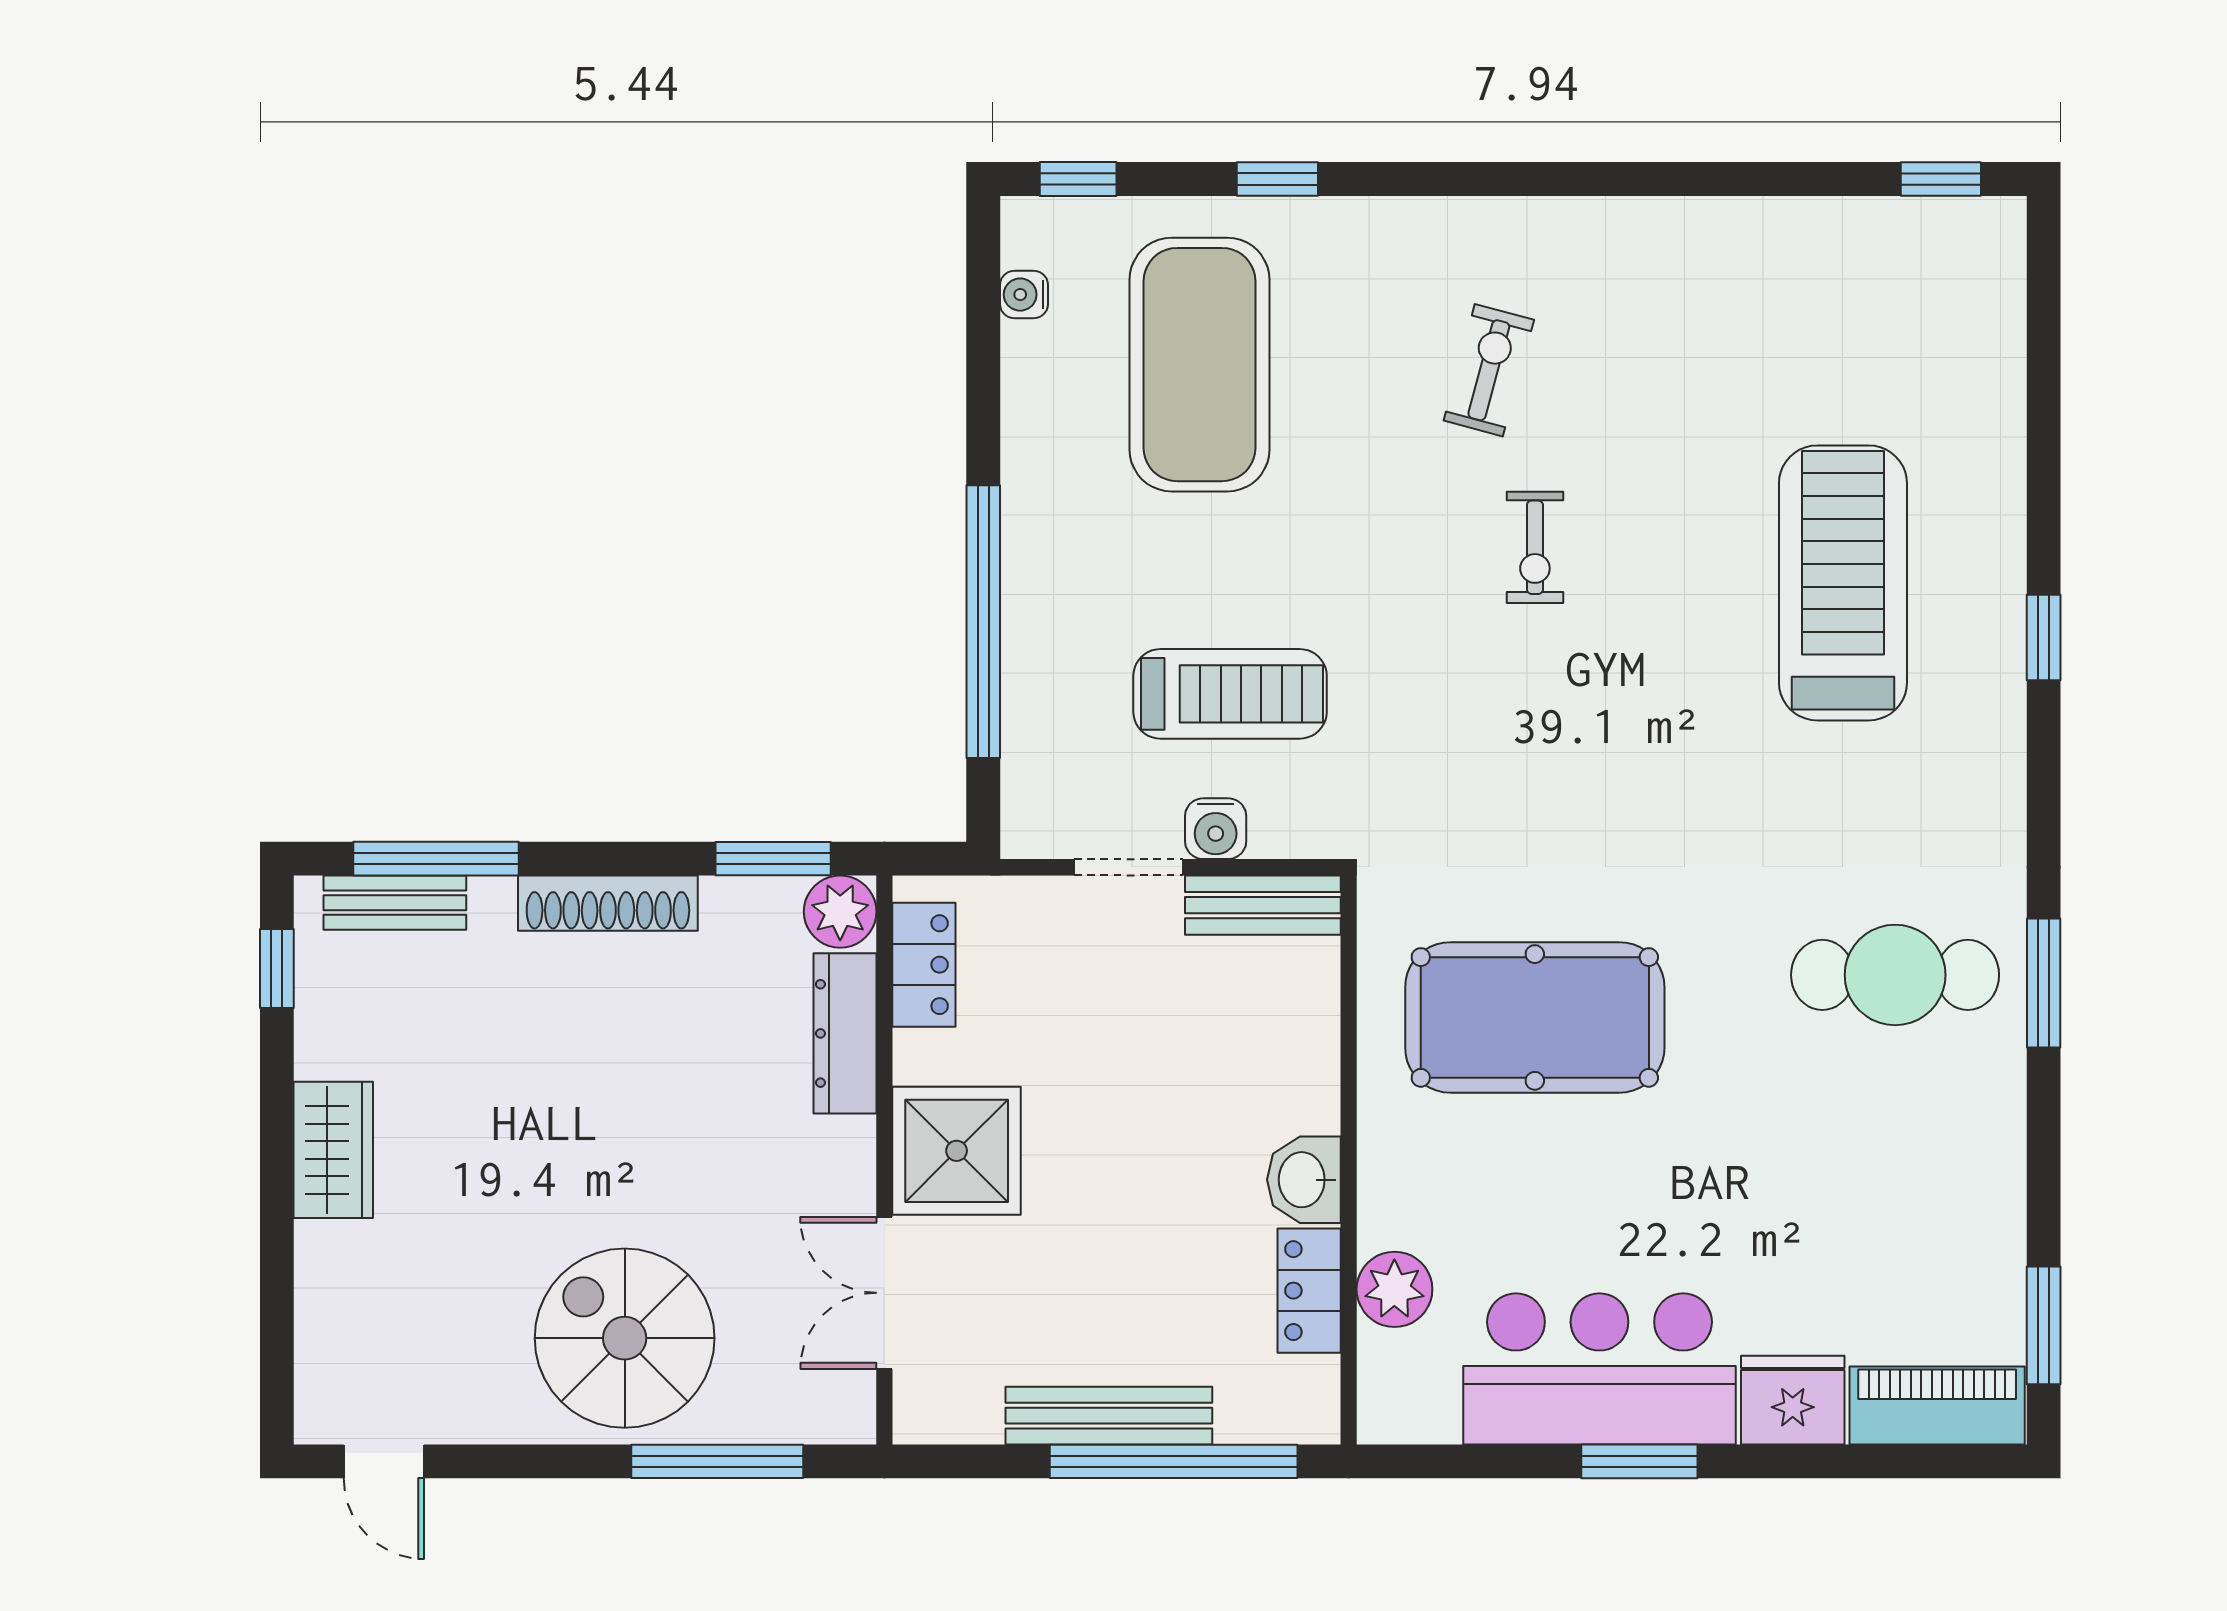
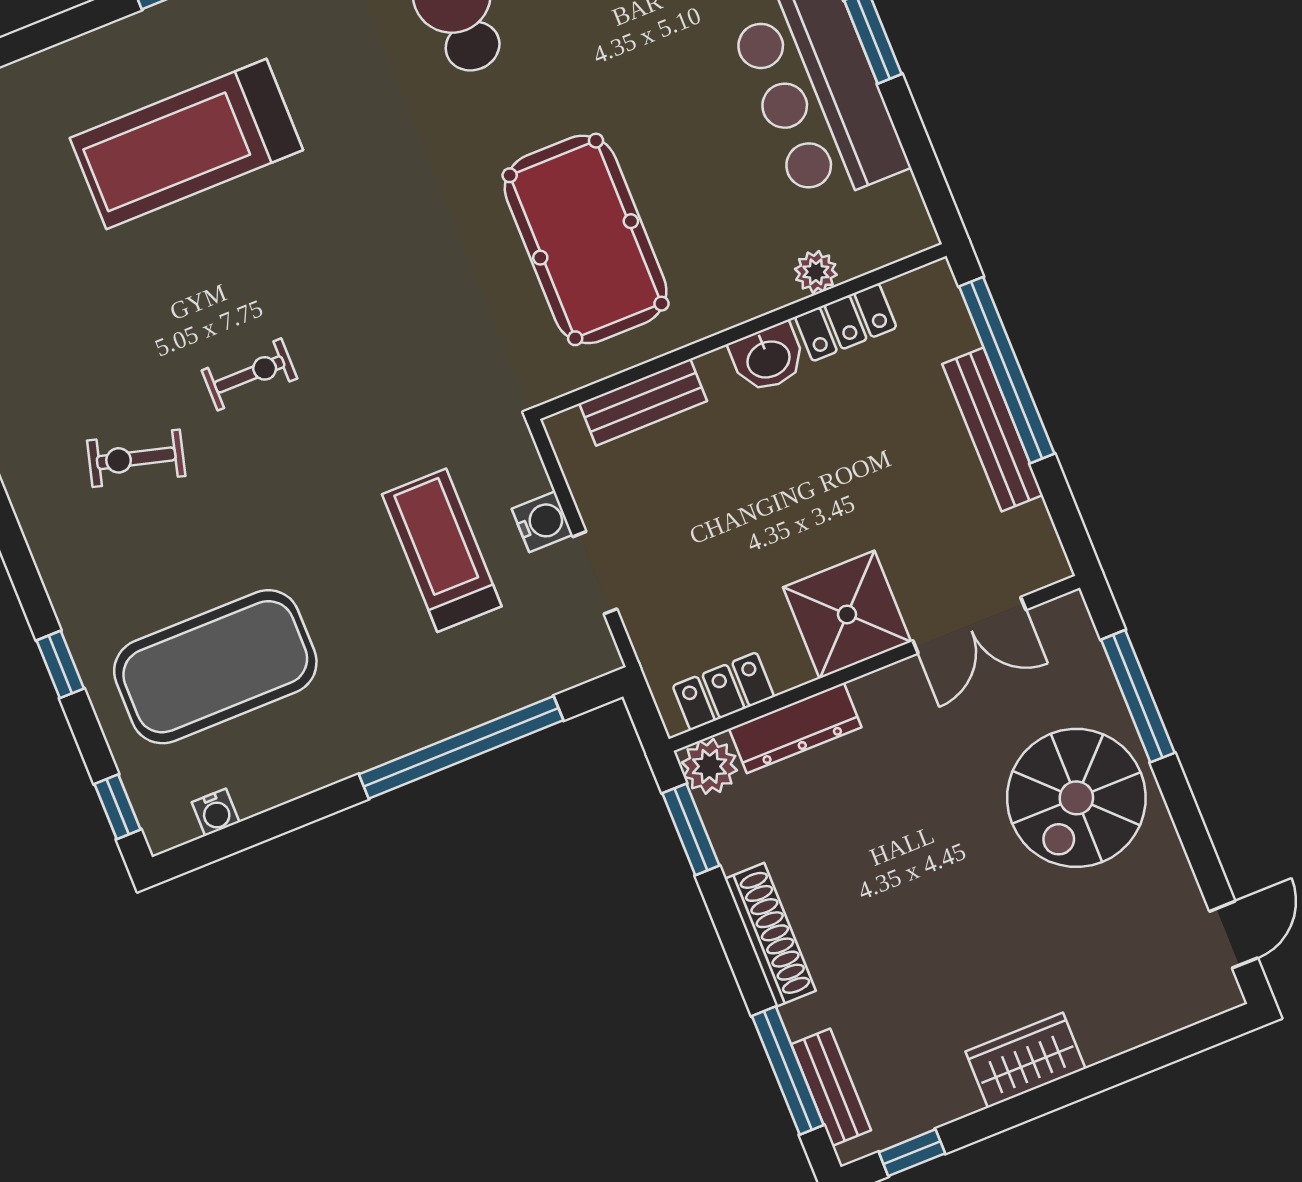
bench: (1263, 905) -> (643, 402), moved, turned 90
plant: (1394, 1289) -> (816, 272), width x0.73, depth x0.73

